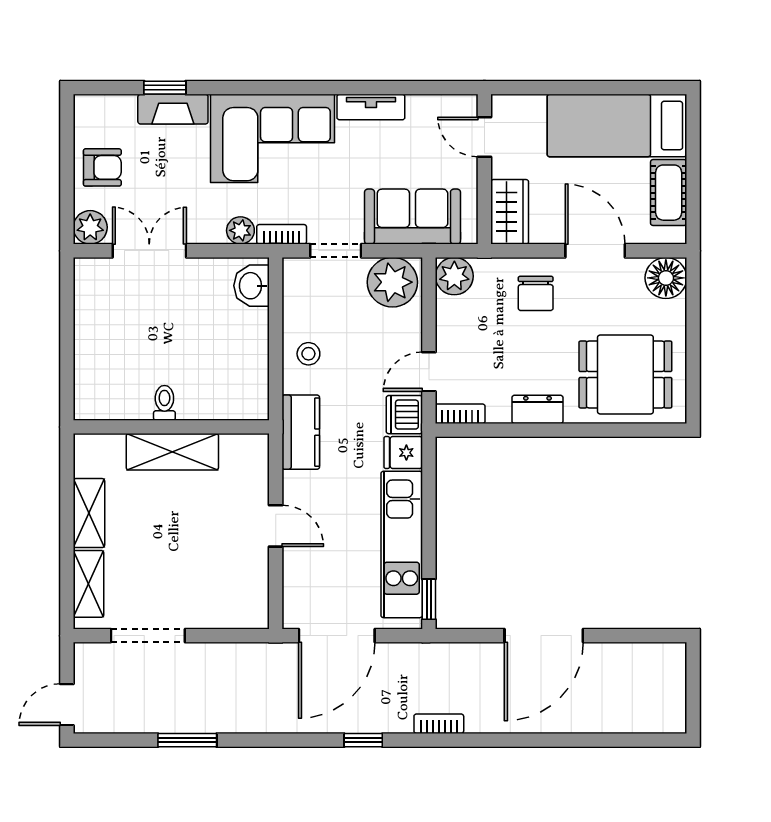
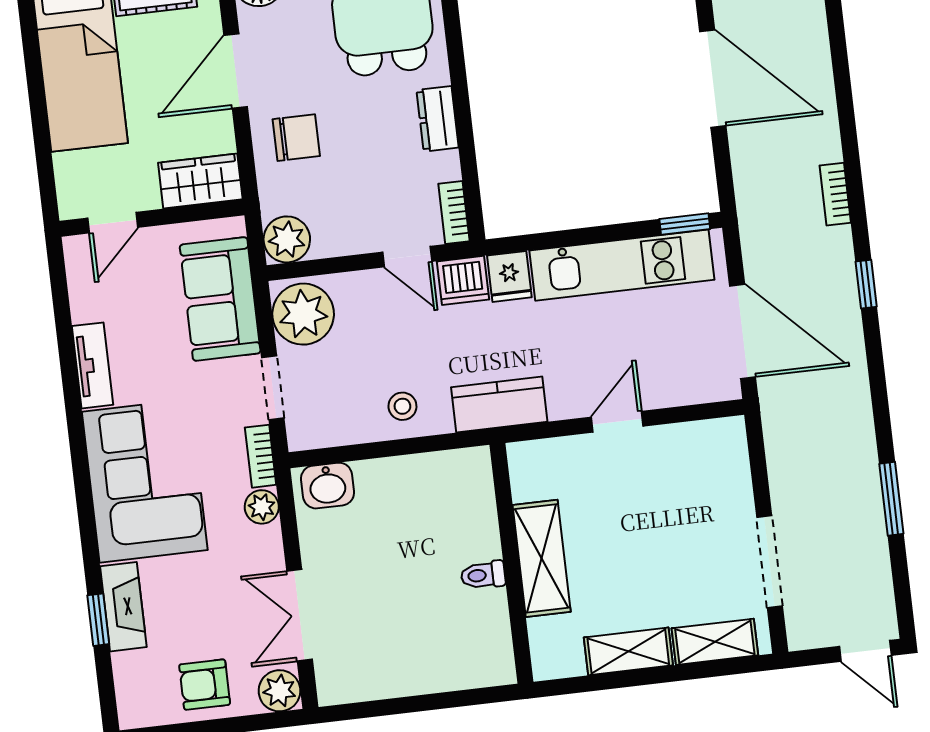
armchair: (102, 167) -> (205, 685), turned -90

